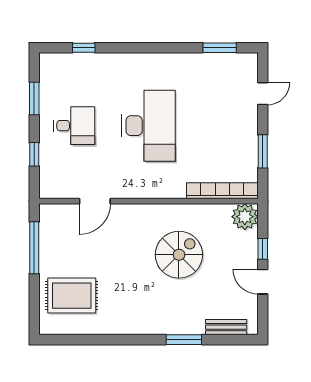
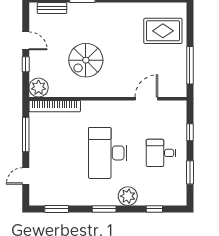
window: (154, 48) -> (104, 209), added
plant: (121, 66) -> (128, 196), added
window: (263, 151) -> (26, 134), width x1.44

